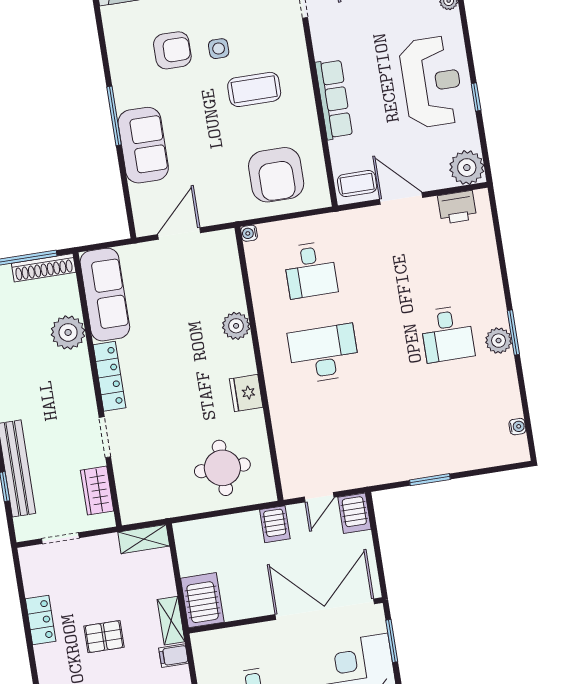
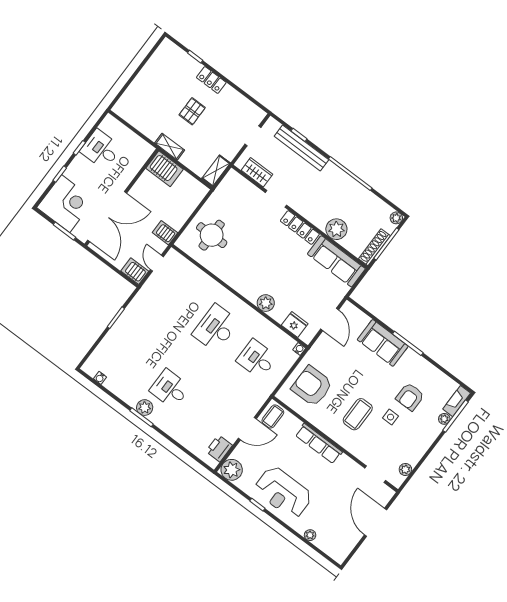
desk: (324, 354) -> (216, 328), turned 180
fridge: (246, 393) -> (295, 324), moved
locker: (41, 620) -> (211, 80), moved
filing cabinet: (174, 656) -> (154, 132), removed

